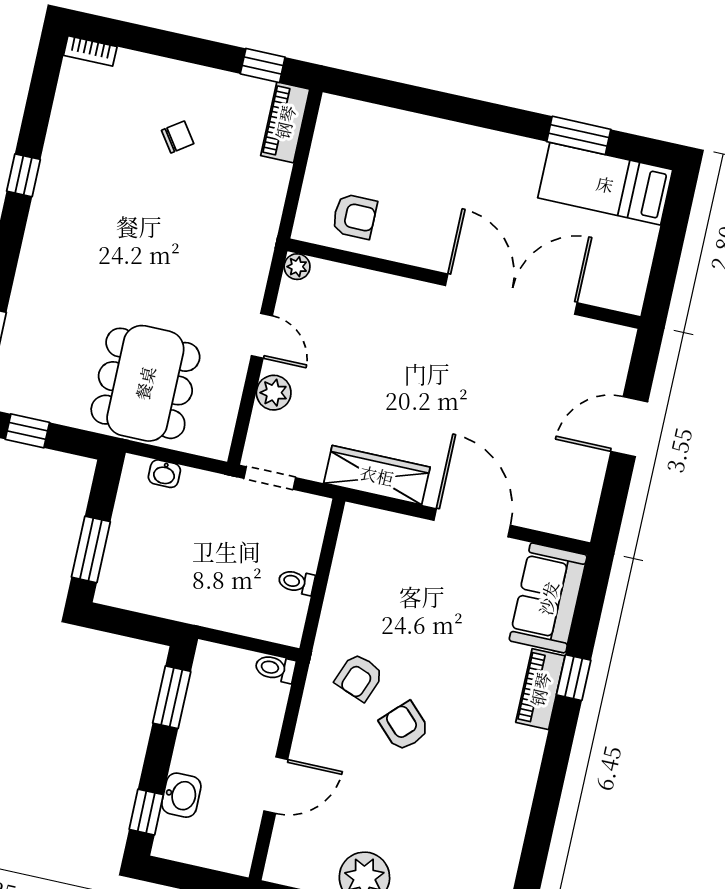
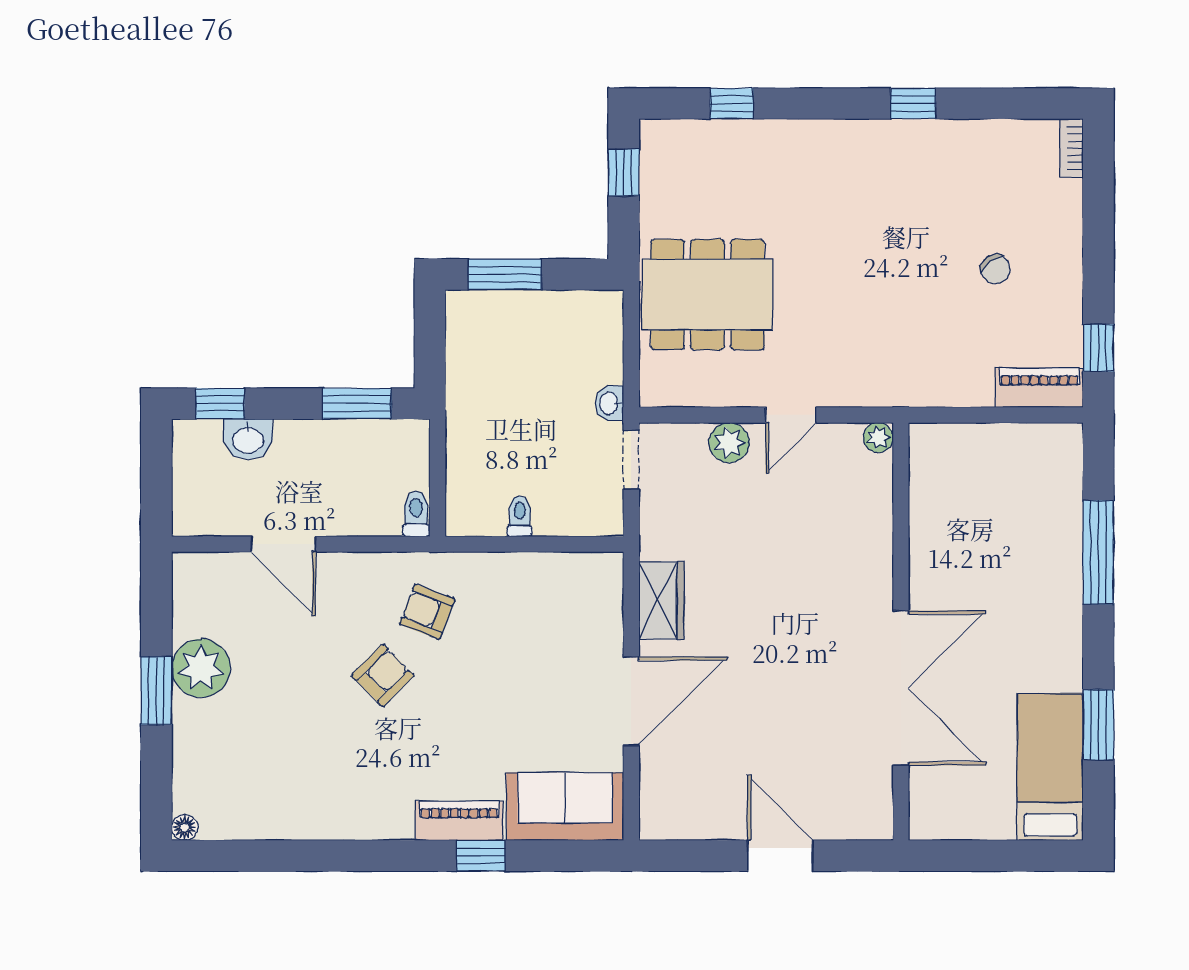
window: (434, 103) -> (1098, 552), added
armchair: (354, 216) -> (950, 490), removed
washbasin: (164, 474) -> (609, 403), moved
wardrobe: (377, 475) -> (661, 600), width x0.67

